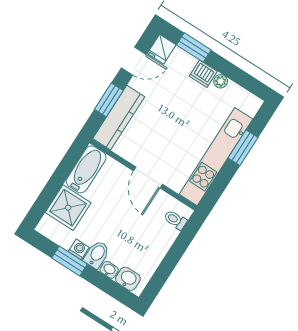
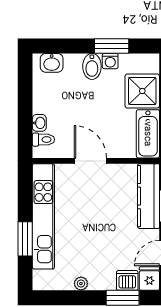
dishwasher: (203, 74) -> (127, 280), moved
washbasin: (109, 270) -> (39, 123), moved, turned -90

